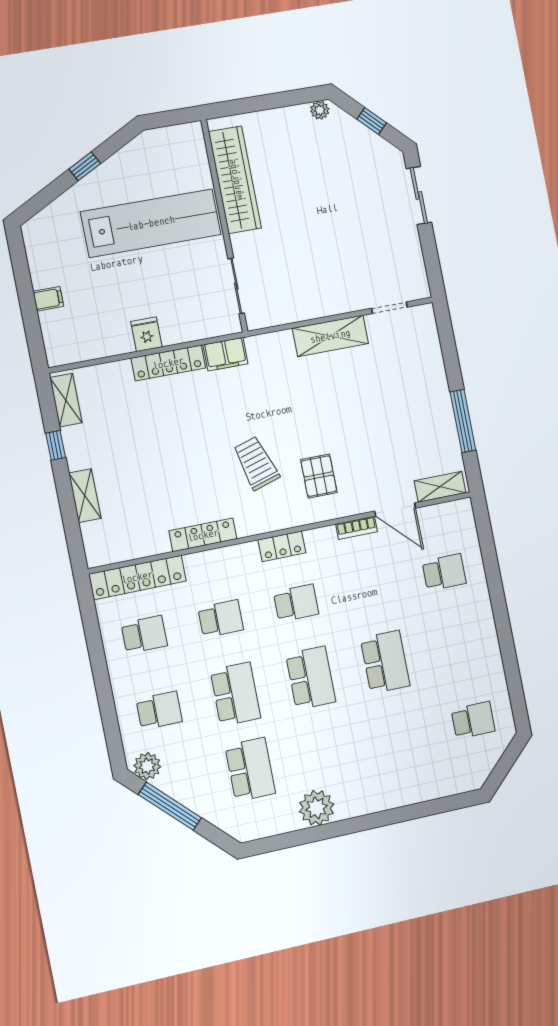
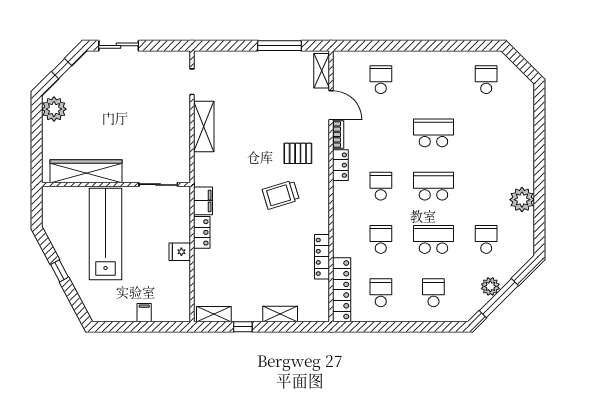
plant: (320, 110) -> (54, 109), width x1.88, depth x1.88
locker: (168, 363) -> (202, 232), width x0.66
door: (395, 510) -> (331, 105), hinge flipped
locker: (203, 535) -> (322, 257), moved
locker: (282, 546) -> (340, 165), moved
plant: (147, 766) -> (490, 286), moved
school desk: (250, 769) -> (486, 239), width x0.54

